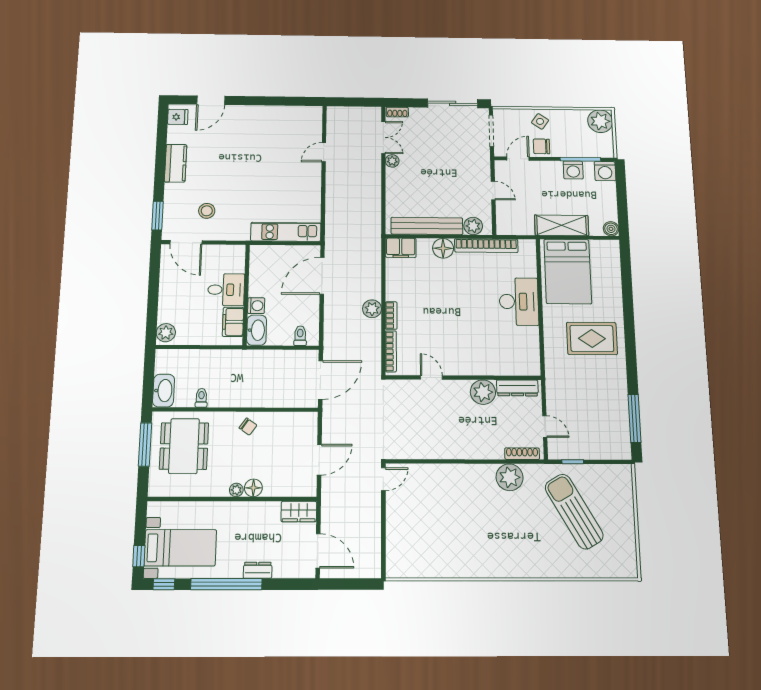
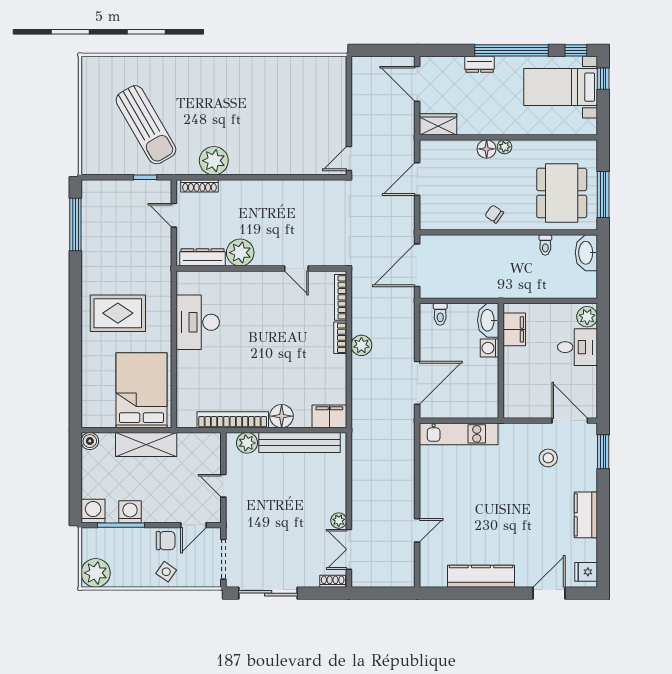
kitchen counter: (269, 114) -> (481, 576), added
desk: (226, 290) -> (577, 347), moved, turned 180
desk: (519, 302) -> (198, 322), moved

